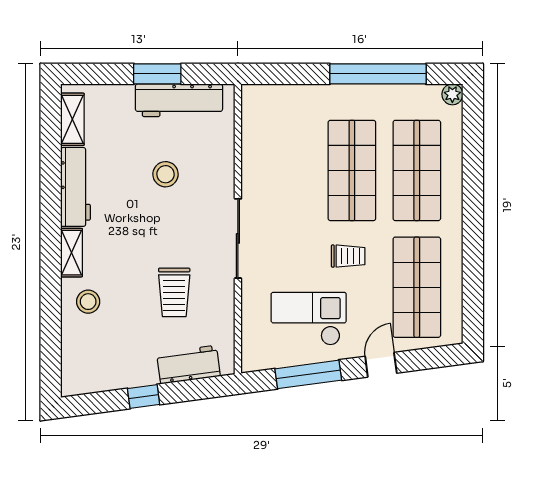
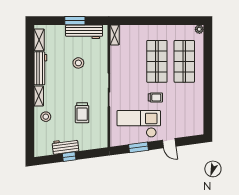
window: (378, 74) -> (168, 21), removed
shelving: (252, 108) -> (115, 35), added
shop shelf: (417, 287) -> (184, 111), removed
checkout: (309, 319) -> (139, 124), width x1.36, depth x1.21
workbench: (189, 365) -> (65, 146), moved
door: (381, 365) -> (169, 143), swing flipped
window: (308, 374) -> (138, 147), width x0.69

